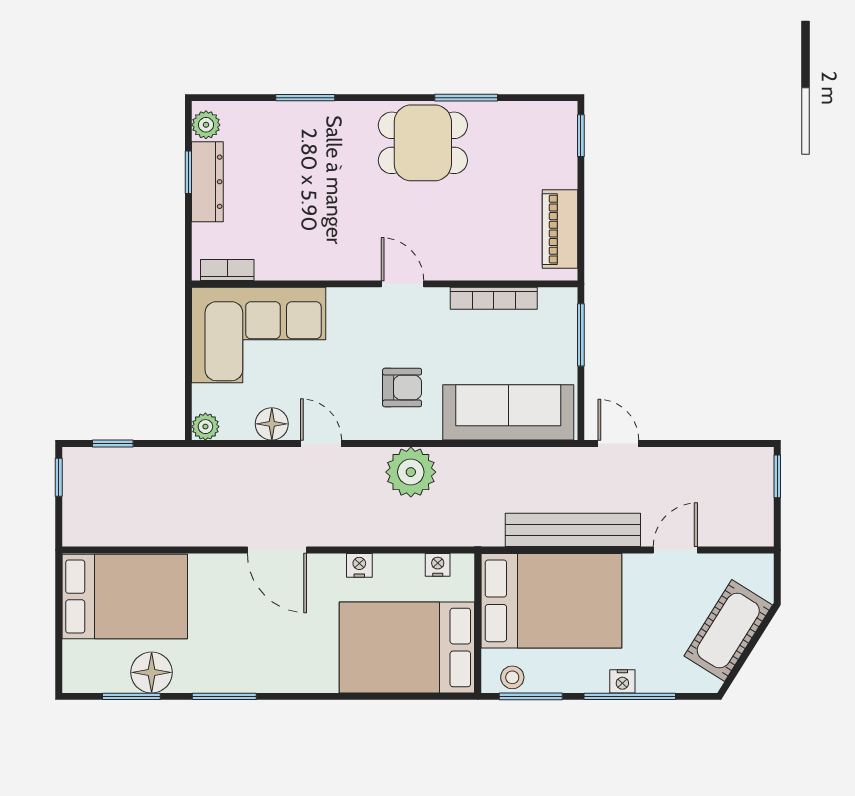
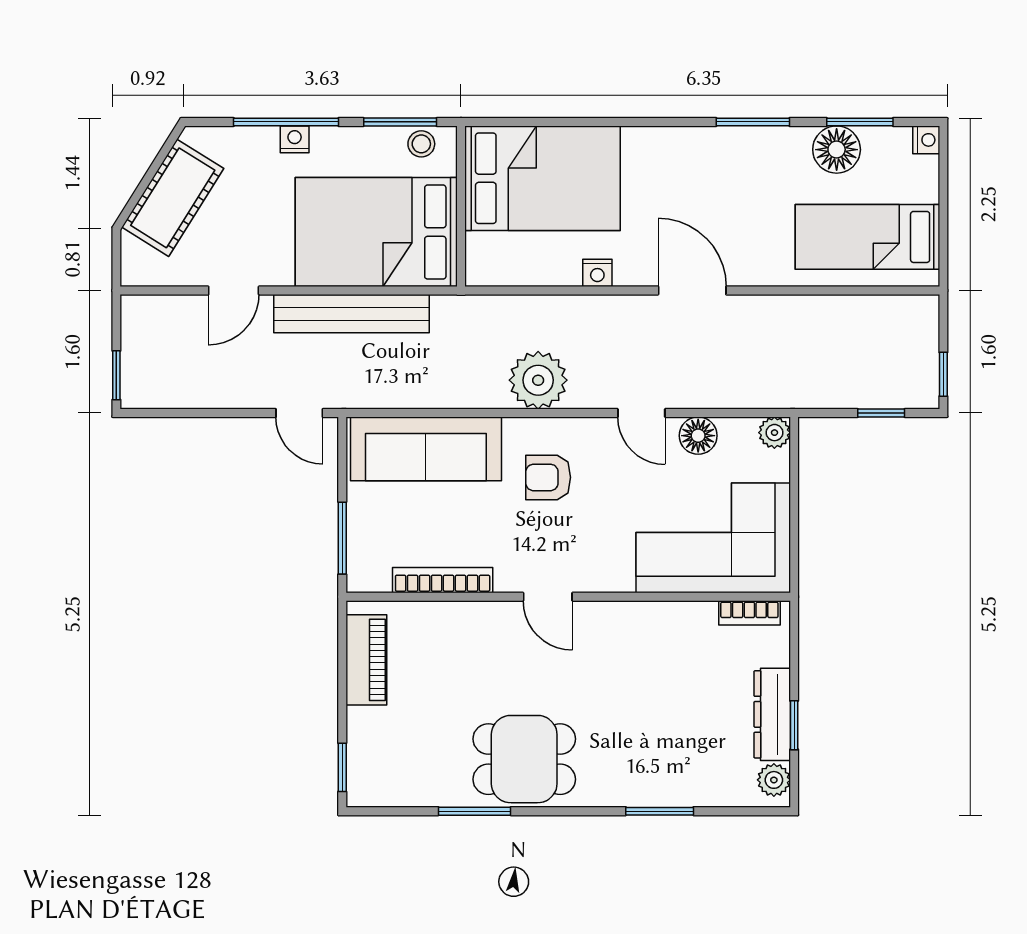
nightstand: (438, 565) -> (926, 140), moved, turned -90
bed: (125, 597) -> (867, 237), width x0.67

